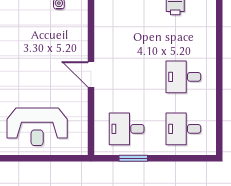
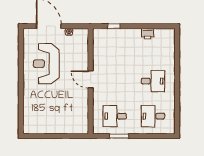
desk: (183, 77) -> (153, 81), turned 180
reception desk: (37, 127) -> (46, 64), moved, turned 90

